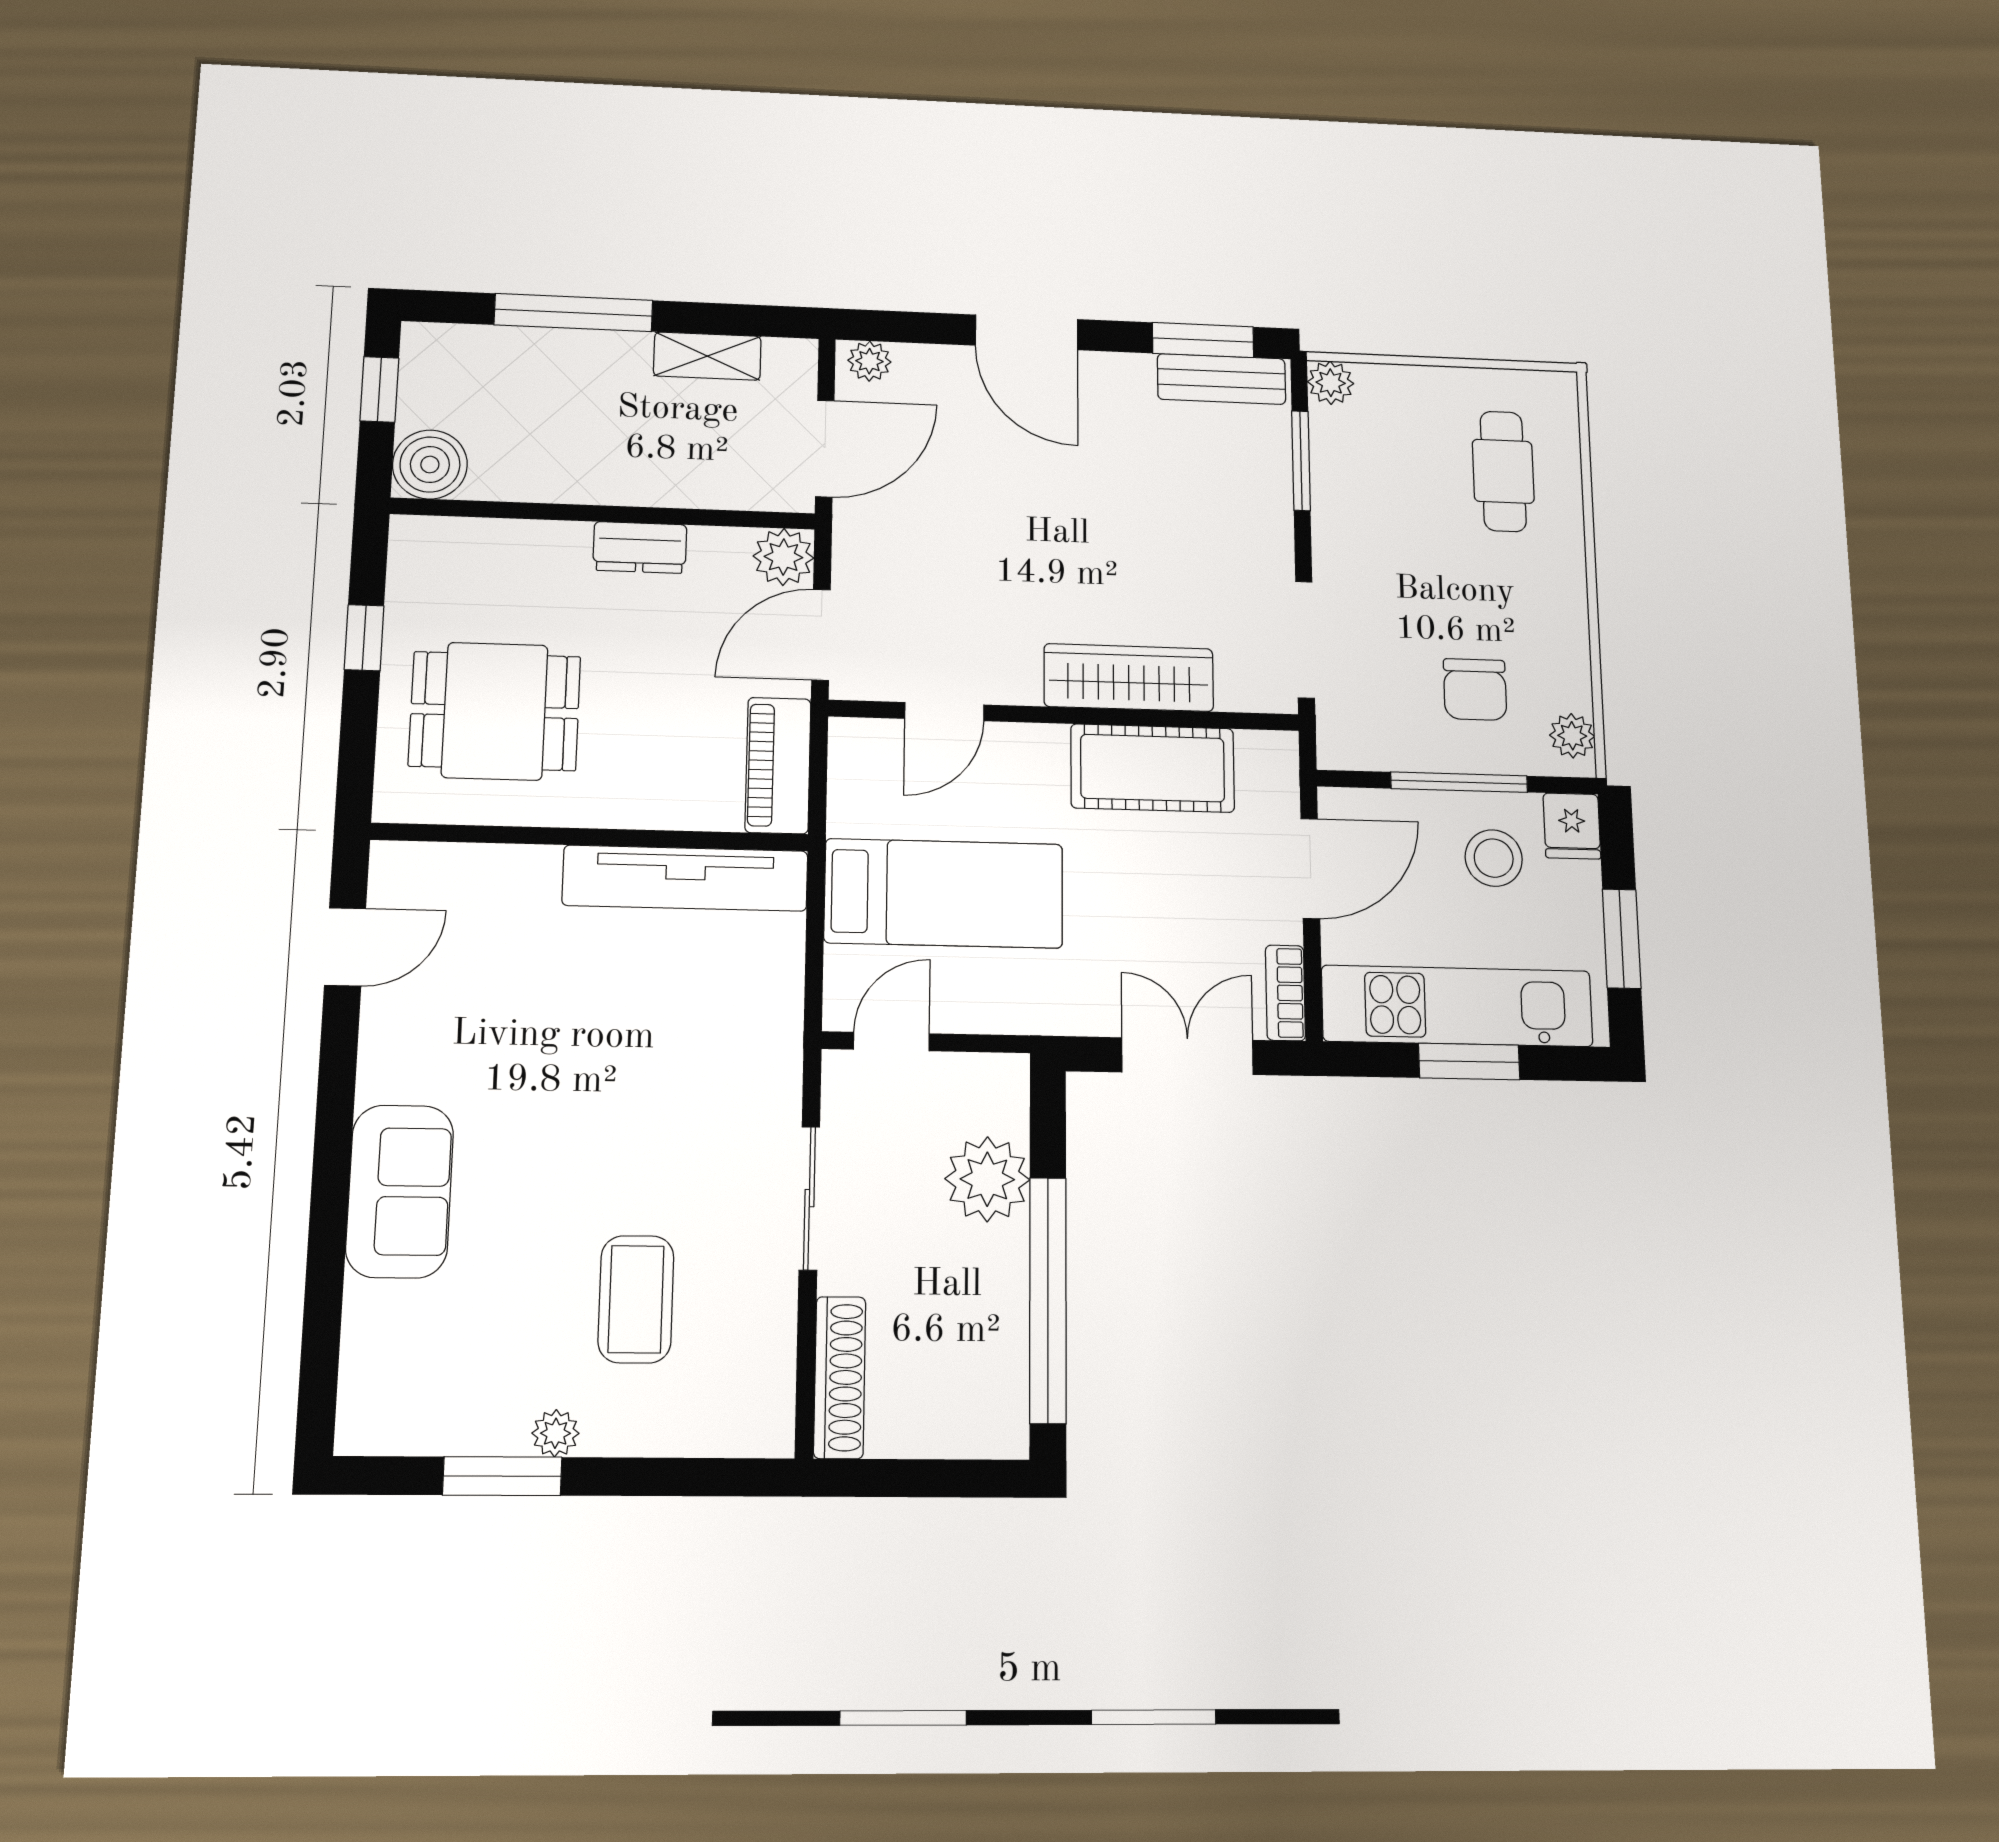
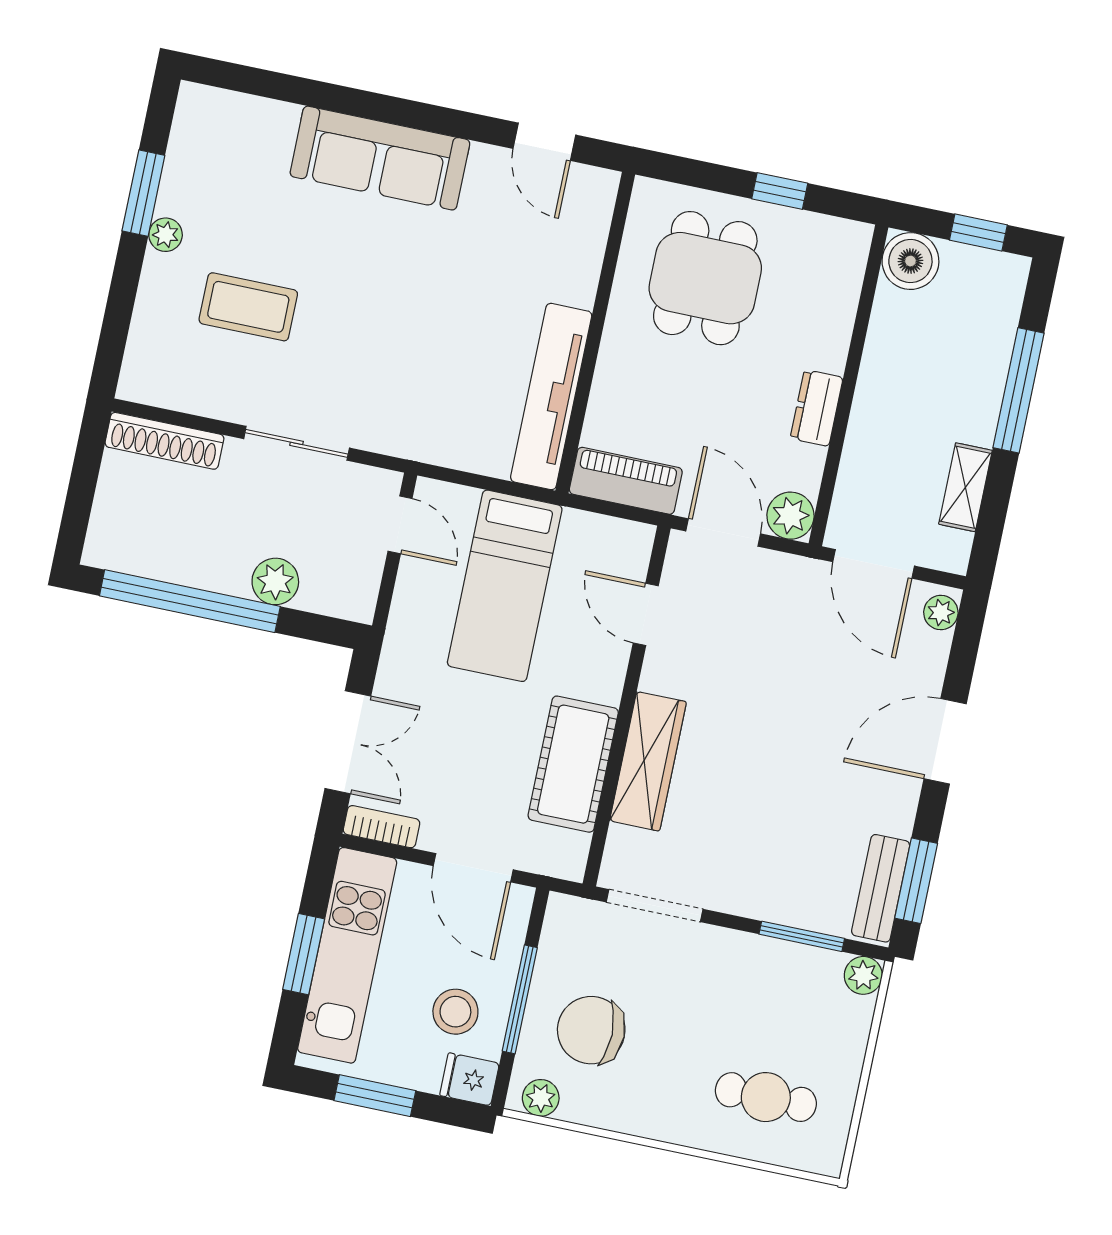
chair: (1475, 690) -> (591, 1030), width x1.37, depth x1.37
plant: (987, 1179) -> (275, 581), width x0.73, depth x0.73
sofa: (400, 1191) -> (380, 158), width x1.36

